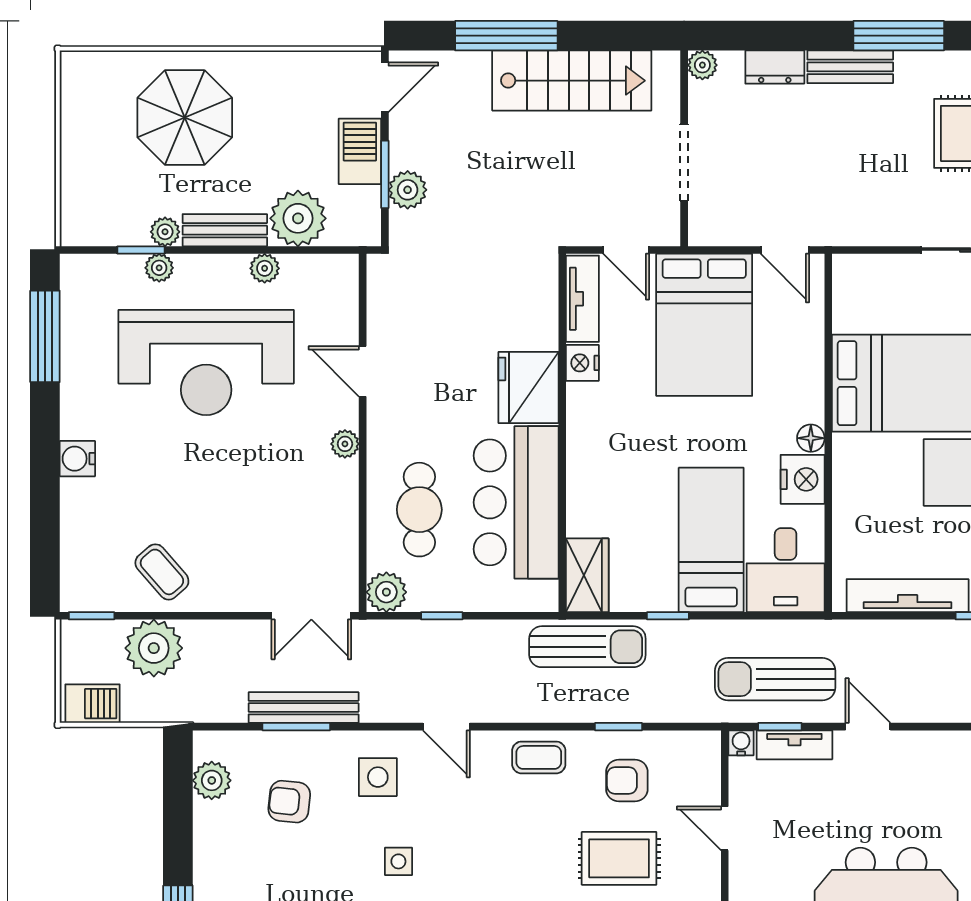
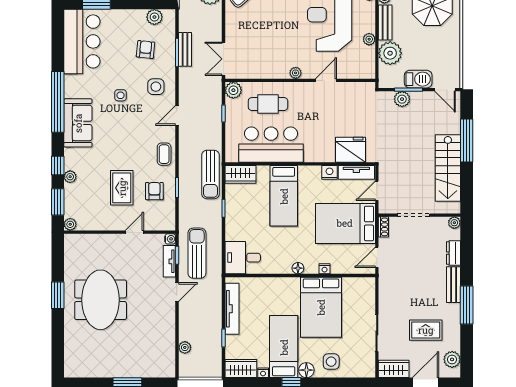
shoe rack: (712, 234) -> (383, 227), added
fridge: (528, 387) -> (350, 150), moved
nightstand: (803, 479) -> (325, 269), moved, width x0.53, depth x0.56
bed: (711, 540) -> (284, 196), moved, turned 90
bench: (304, 708) -> (185, 49), width x0.73

